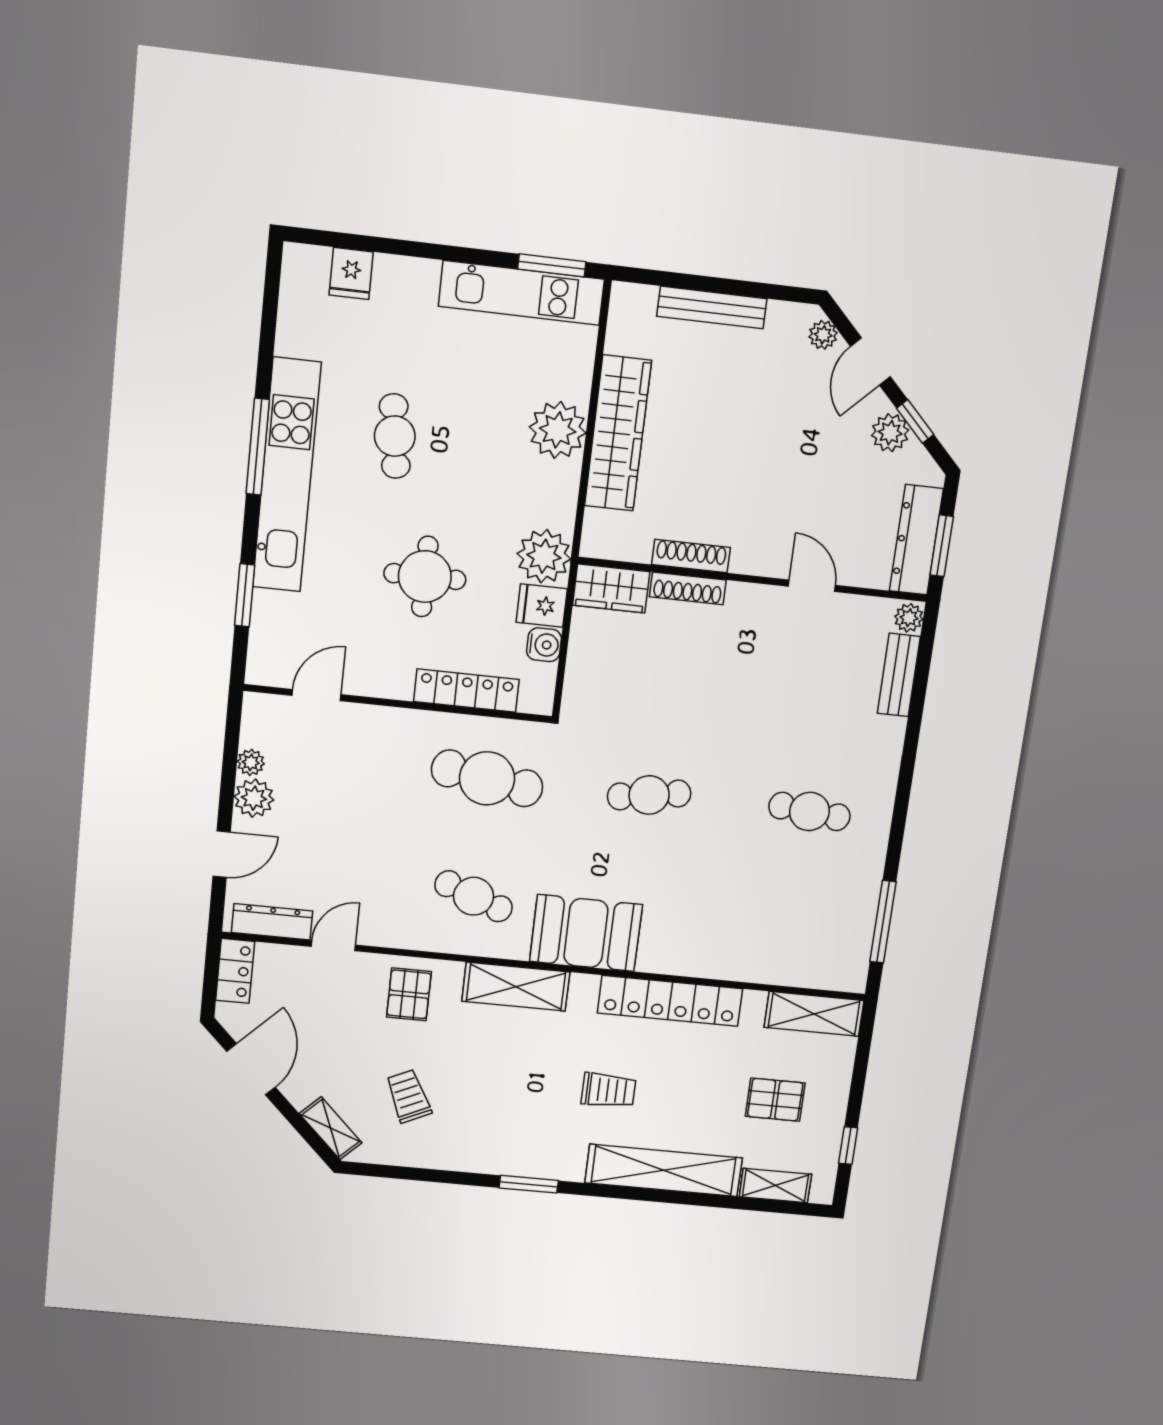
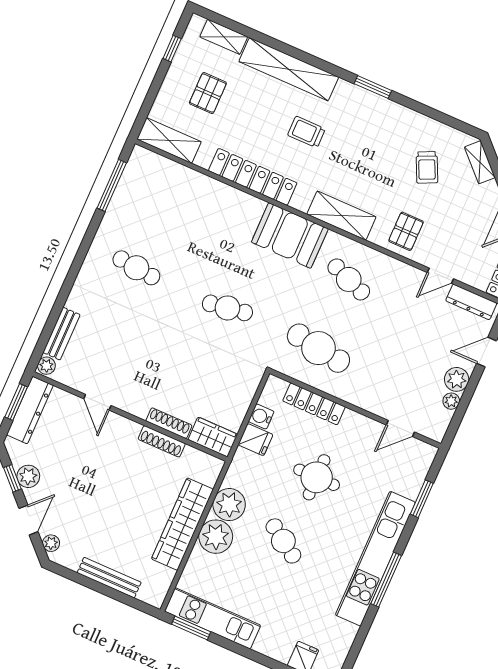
cafe table: (395, 436) -> (283, 541), moved, turned -48
plant: (544, 556) -> (229, 505), moved
pallet: (775, 1100) -> (208, 93), turned 90

